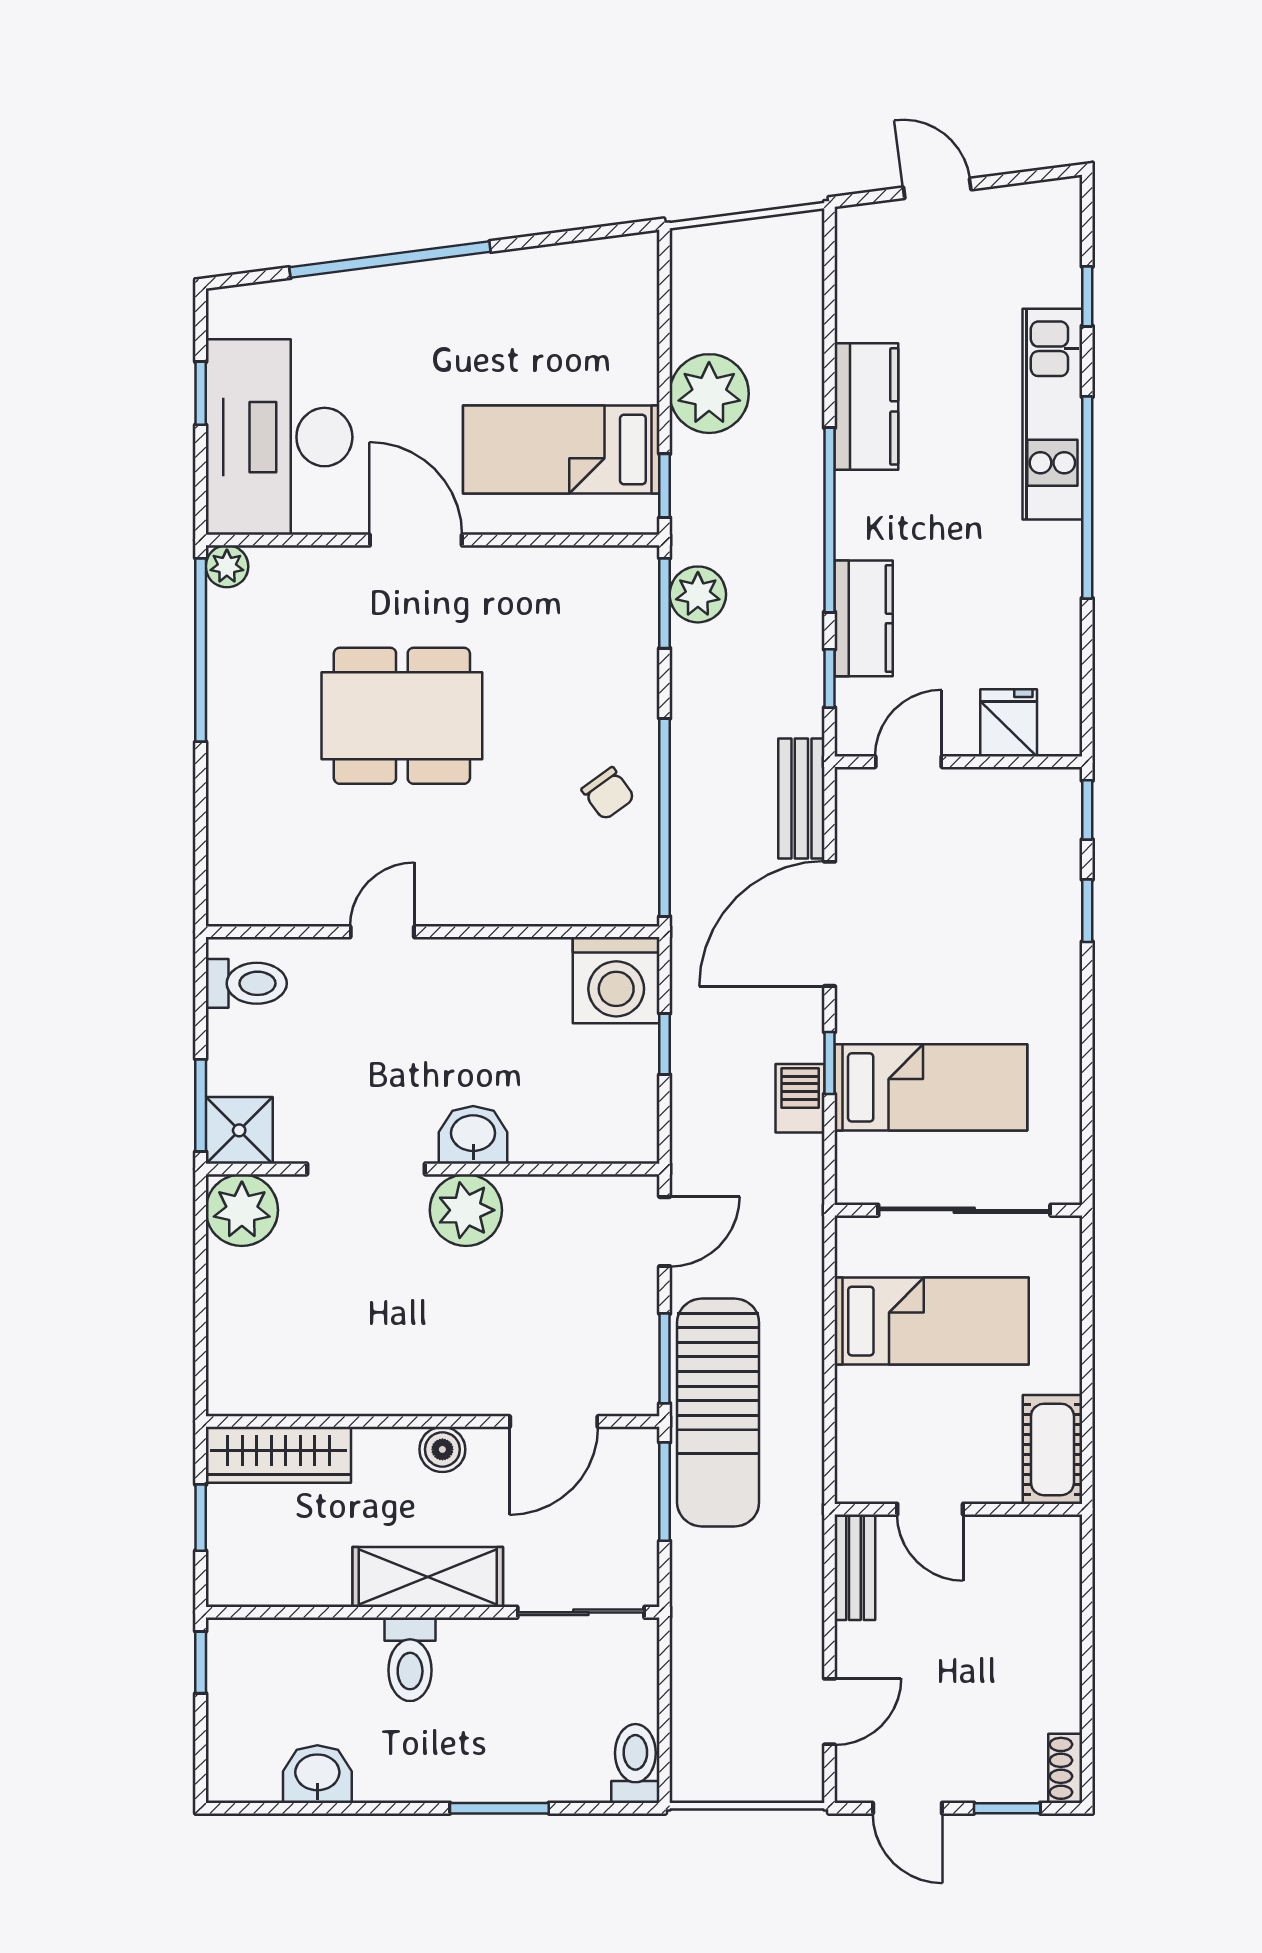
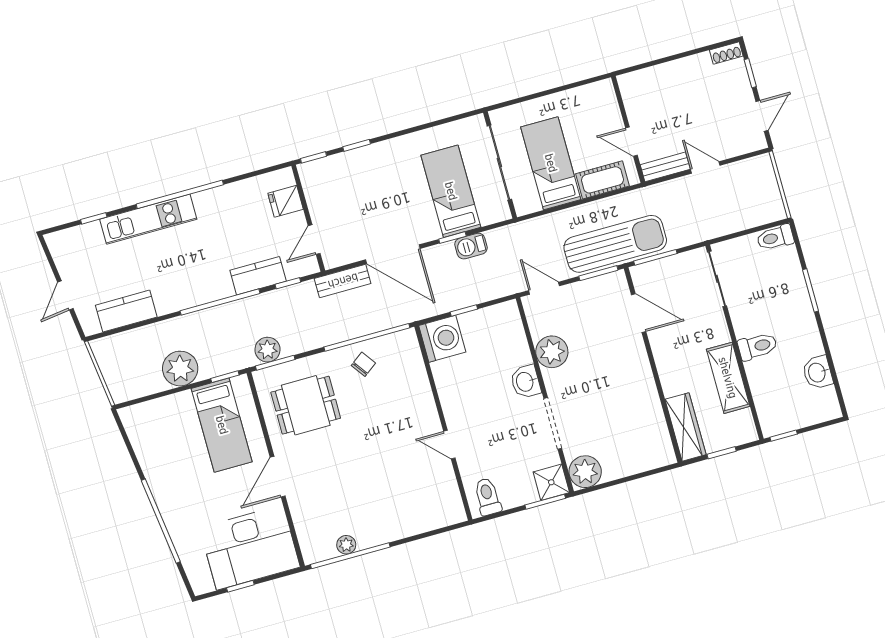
kitchen counter: (866, 406) -> (126, 311), moved
plant: (227, 566) -> (346, 545), moved
dining table: (402, 716) -> (306, 405), moved, width x0.73
door: (909, 762) -> (314, 240), hinge flipped
plant: (466, 1210) -> (552, 352), moved
boiler: (442, 1449) -> (664, 357), removed
cot: (1052, 1449) -> (603, 180), moved
door: (930, 1509) -> (631, 142), swing flipped
shelving: (428, 1577) -> (728, 378), moved
door: (830, 1712) -> (705, 167), moved

